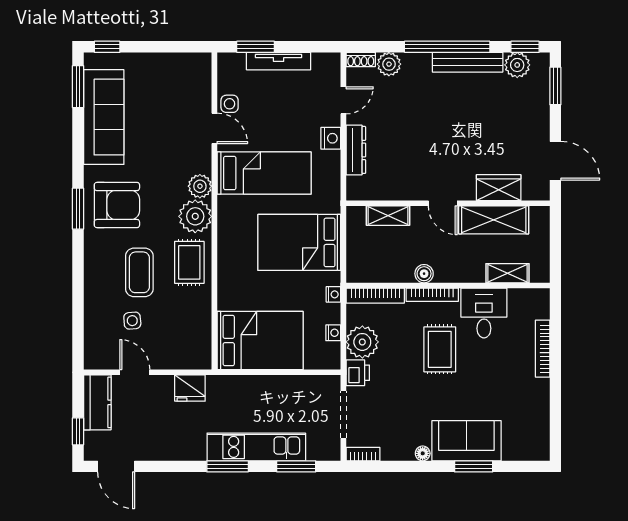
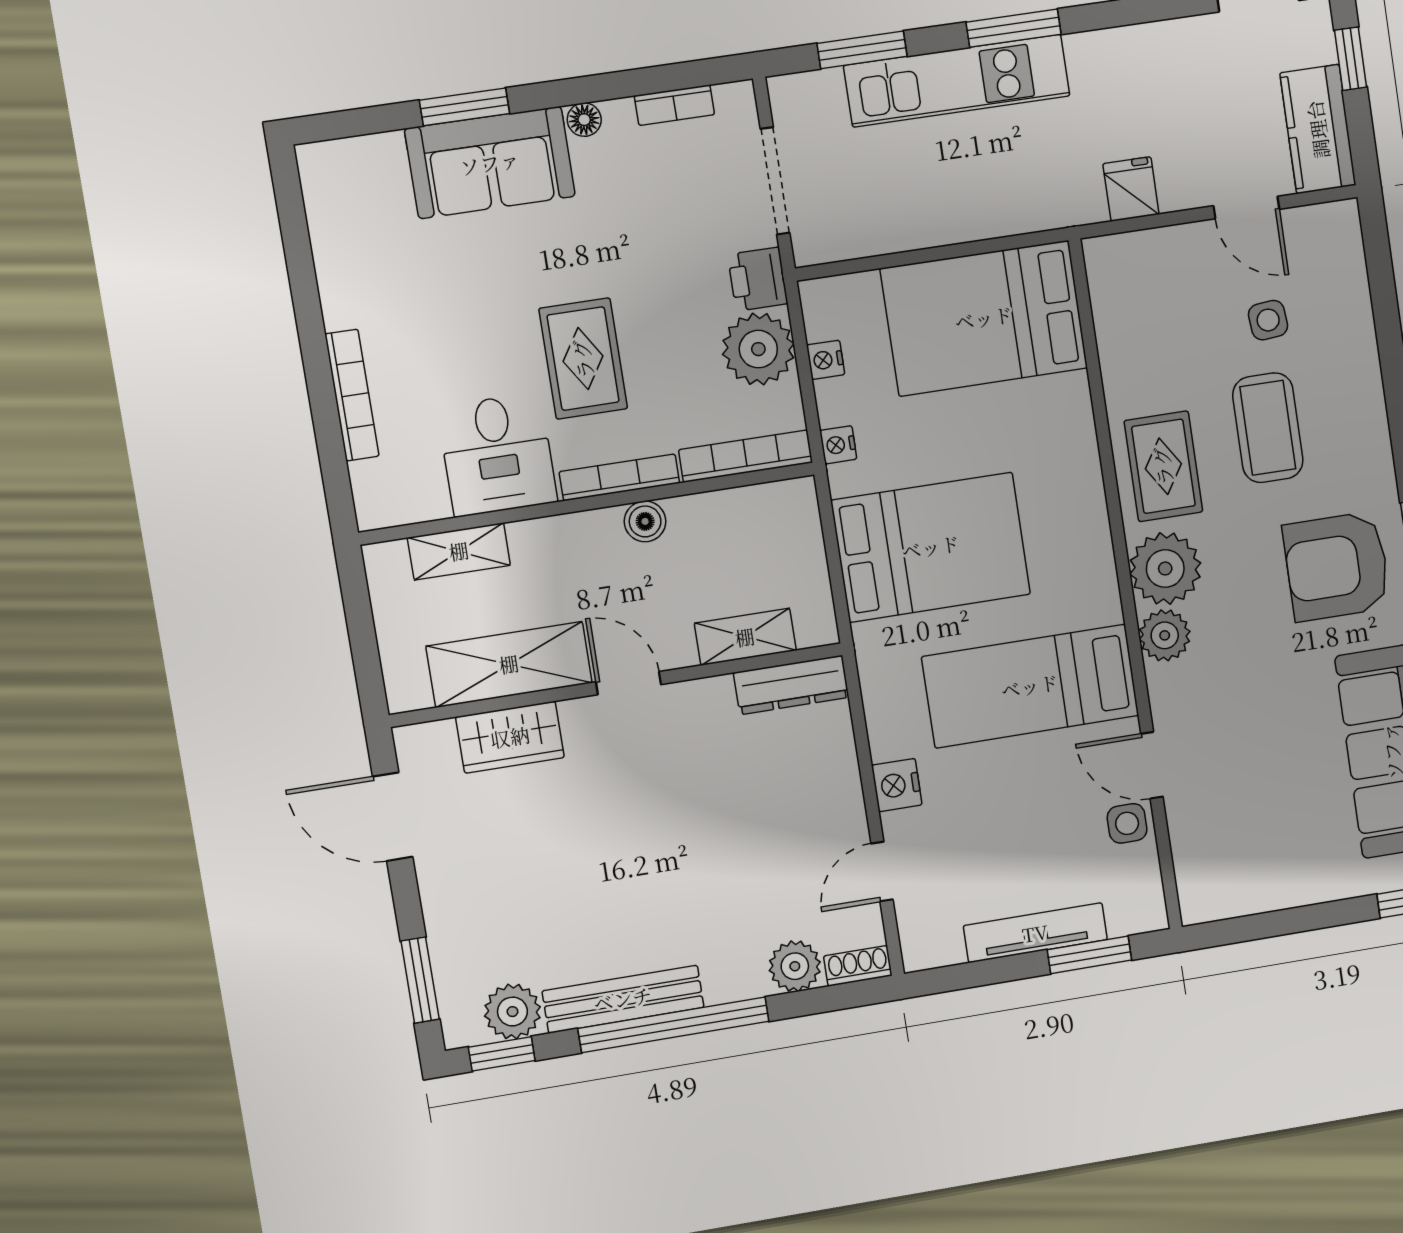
dresser: (356, 150) -> (791, 685), moved, turned -90
fridge: (190, 388) -> (1131, 189), width x0.72
bookcase: (363, 454) -> (674, 105), moved

